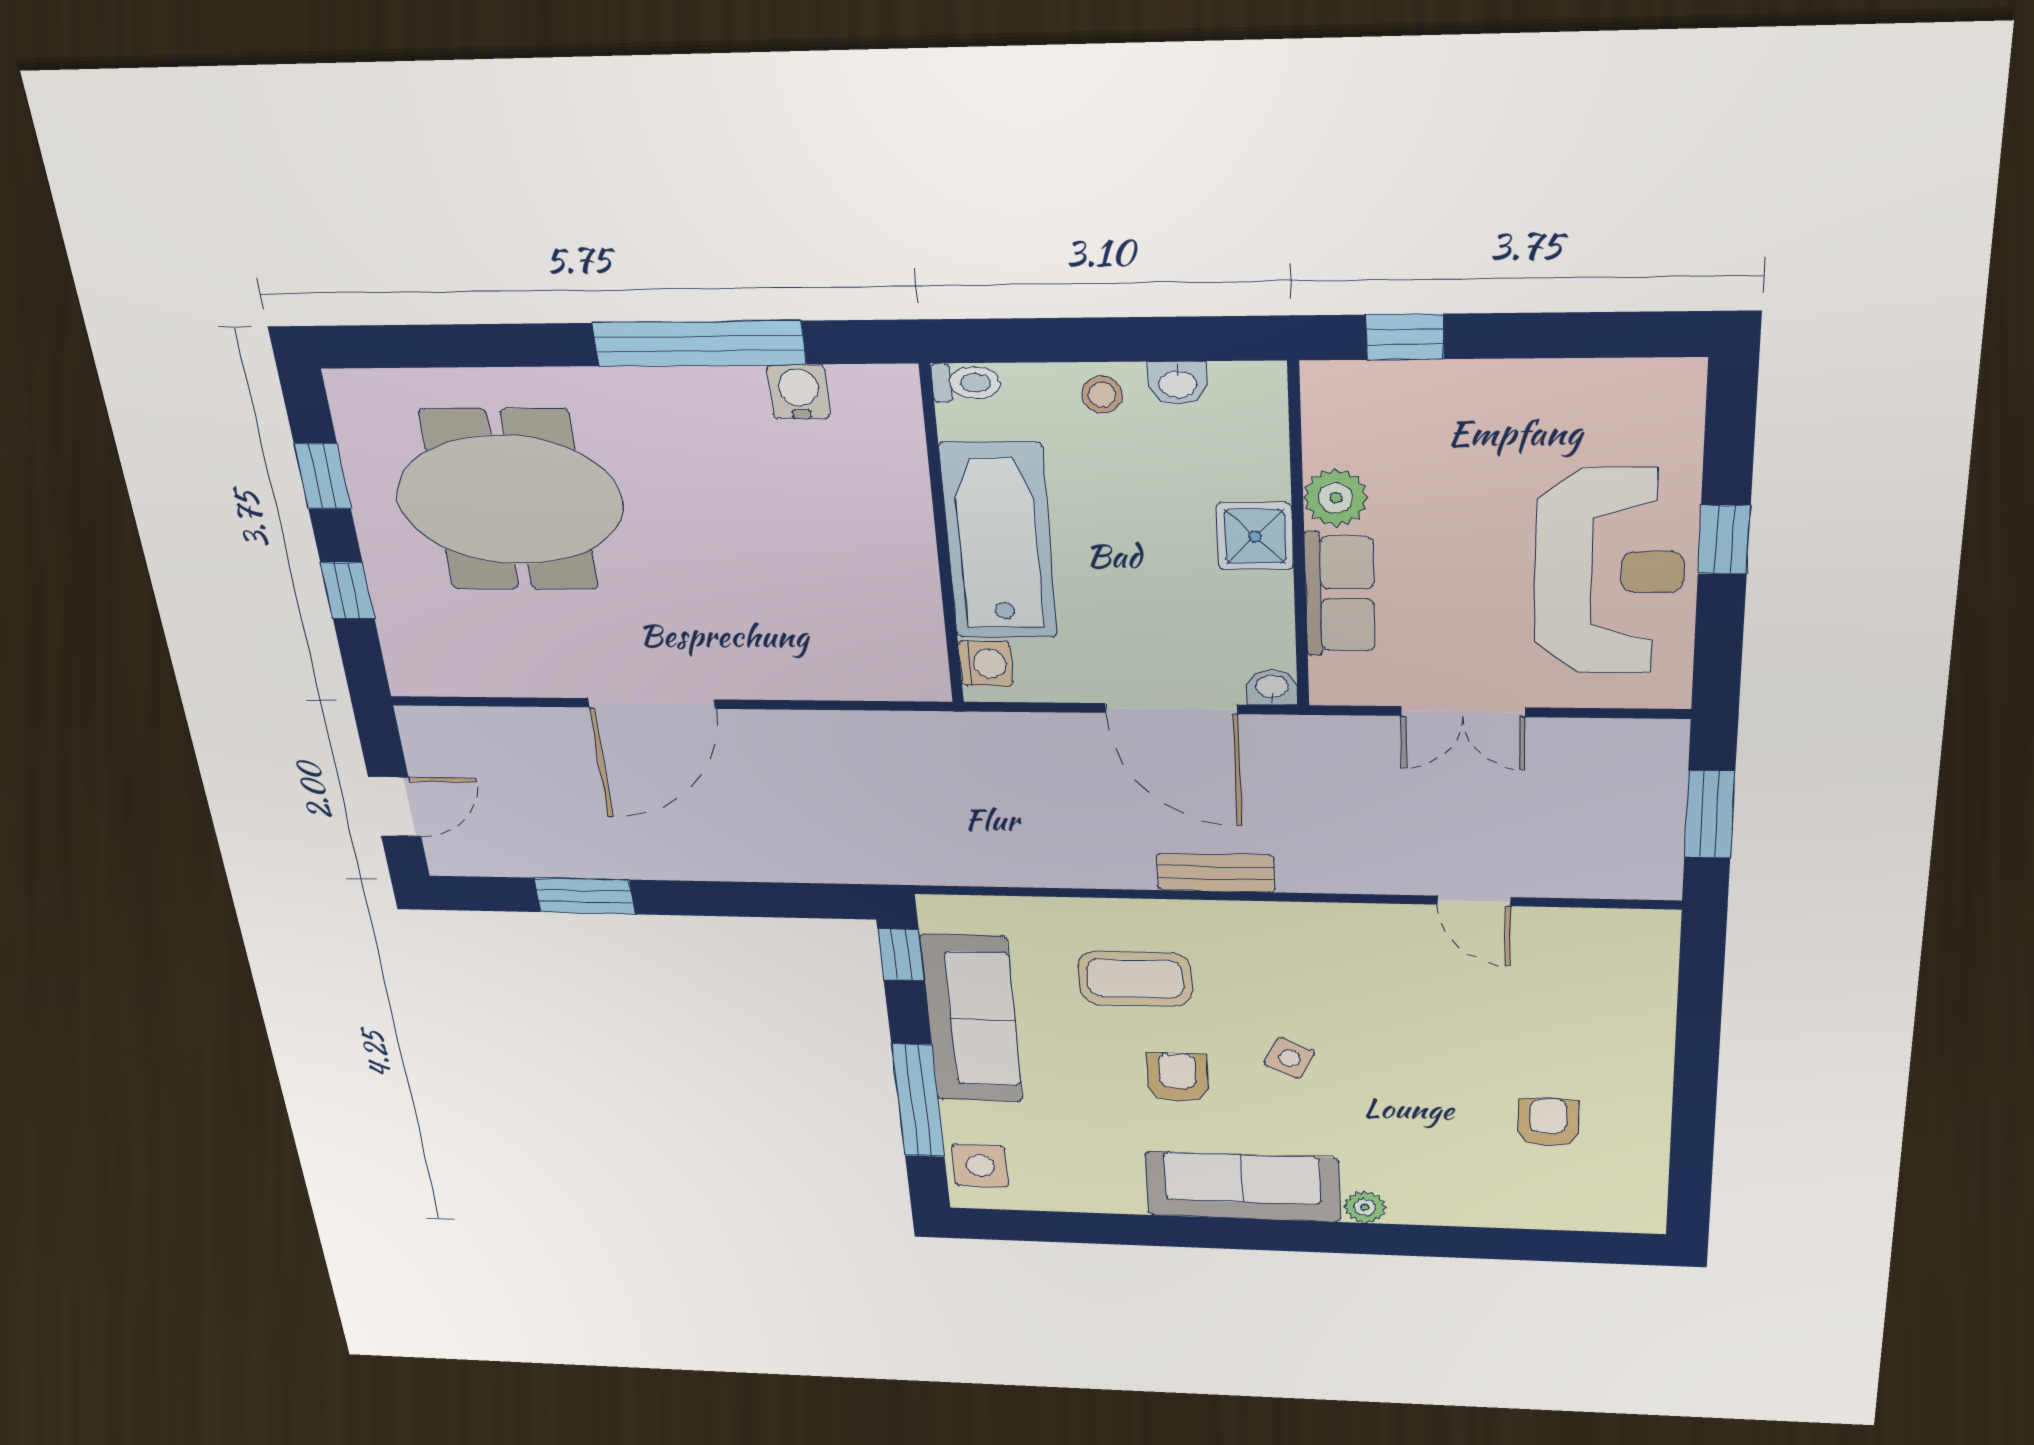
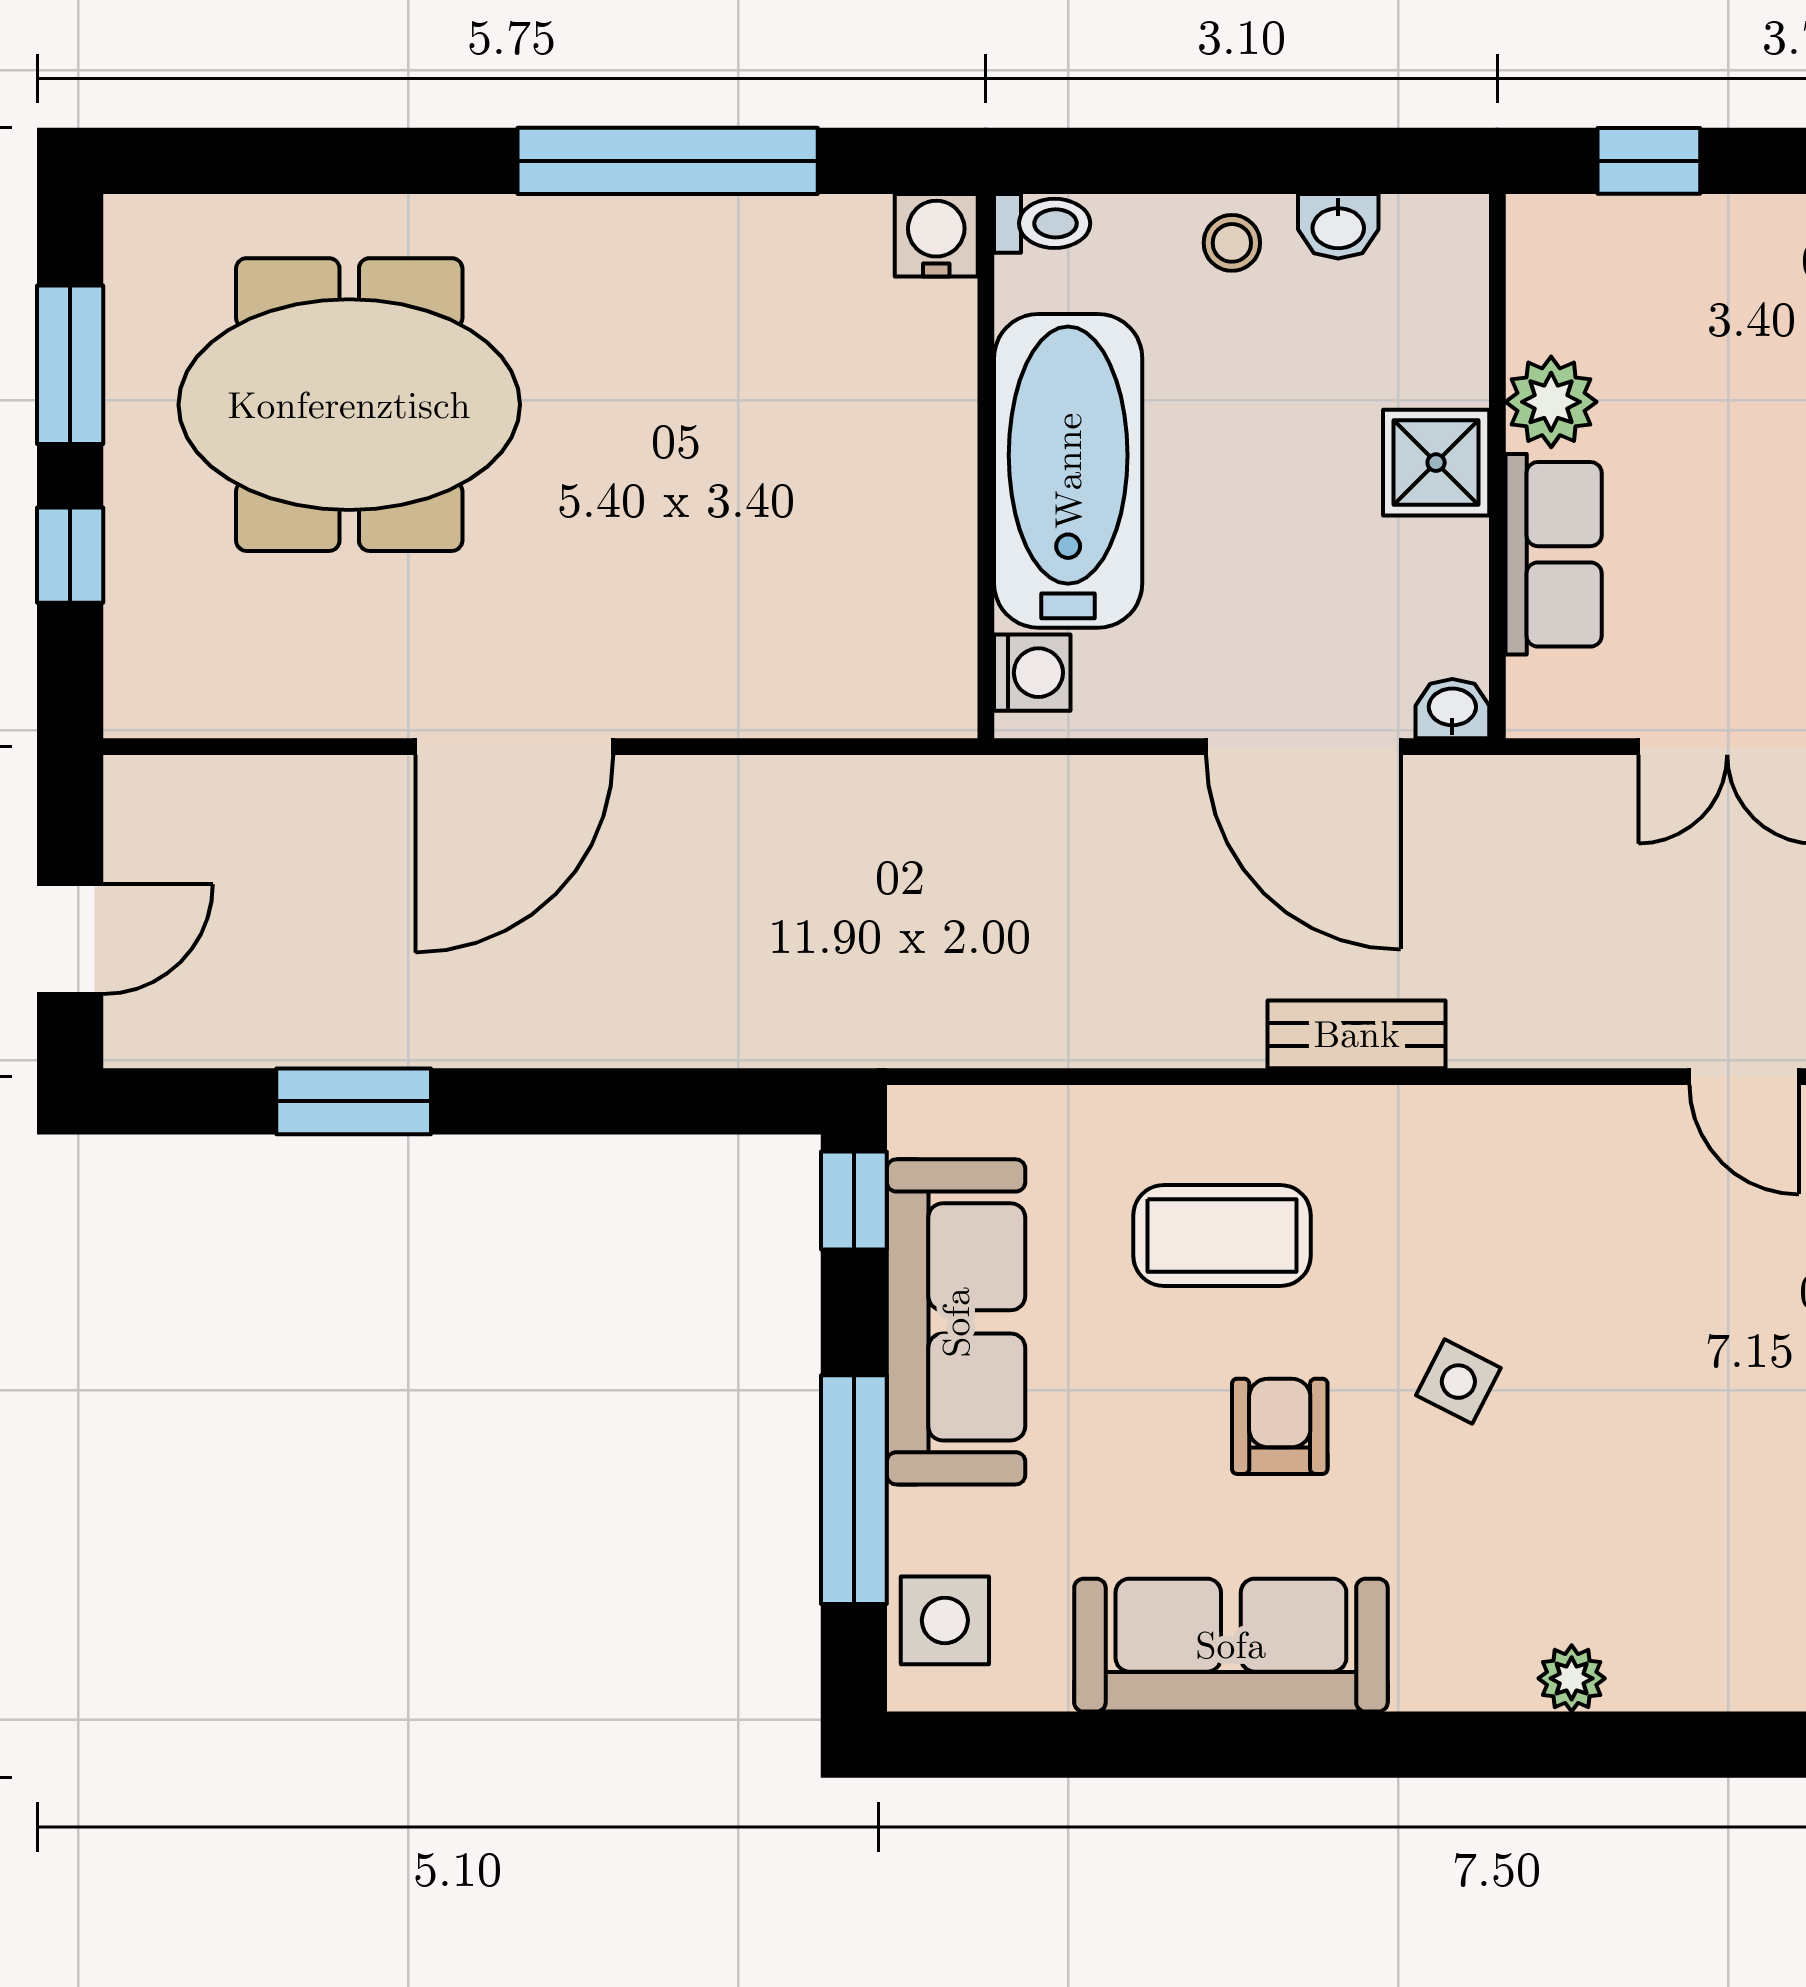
water cooler: (799, 392) -> (936, 235), moved
window: (322, 476) -> (70, 365), width x1.50
sofa: (1243, 1187) -> (1231, 1645), moved

